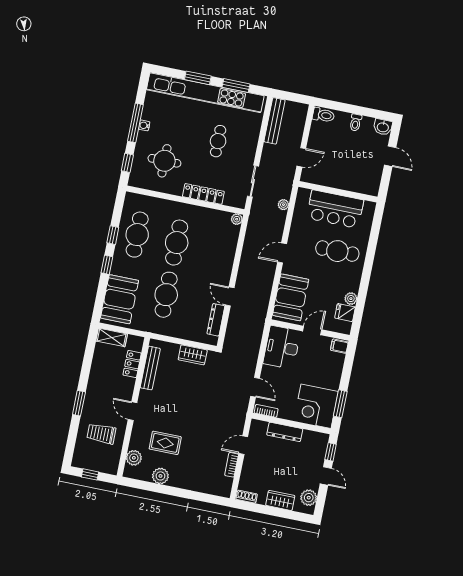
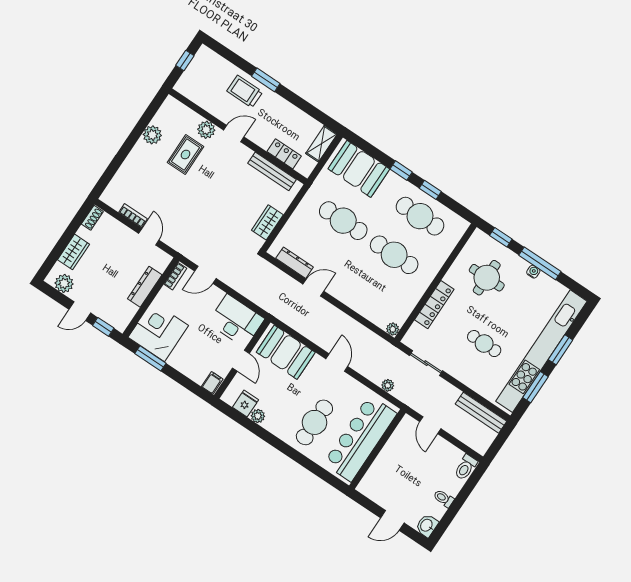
bar counter: (335, 209) -> (360, 438), width x1.36
trolley: (101, 434) -> (245, 91), moved, turned -90
plant: (134, 458) -> (206, 130), moved

